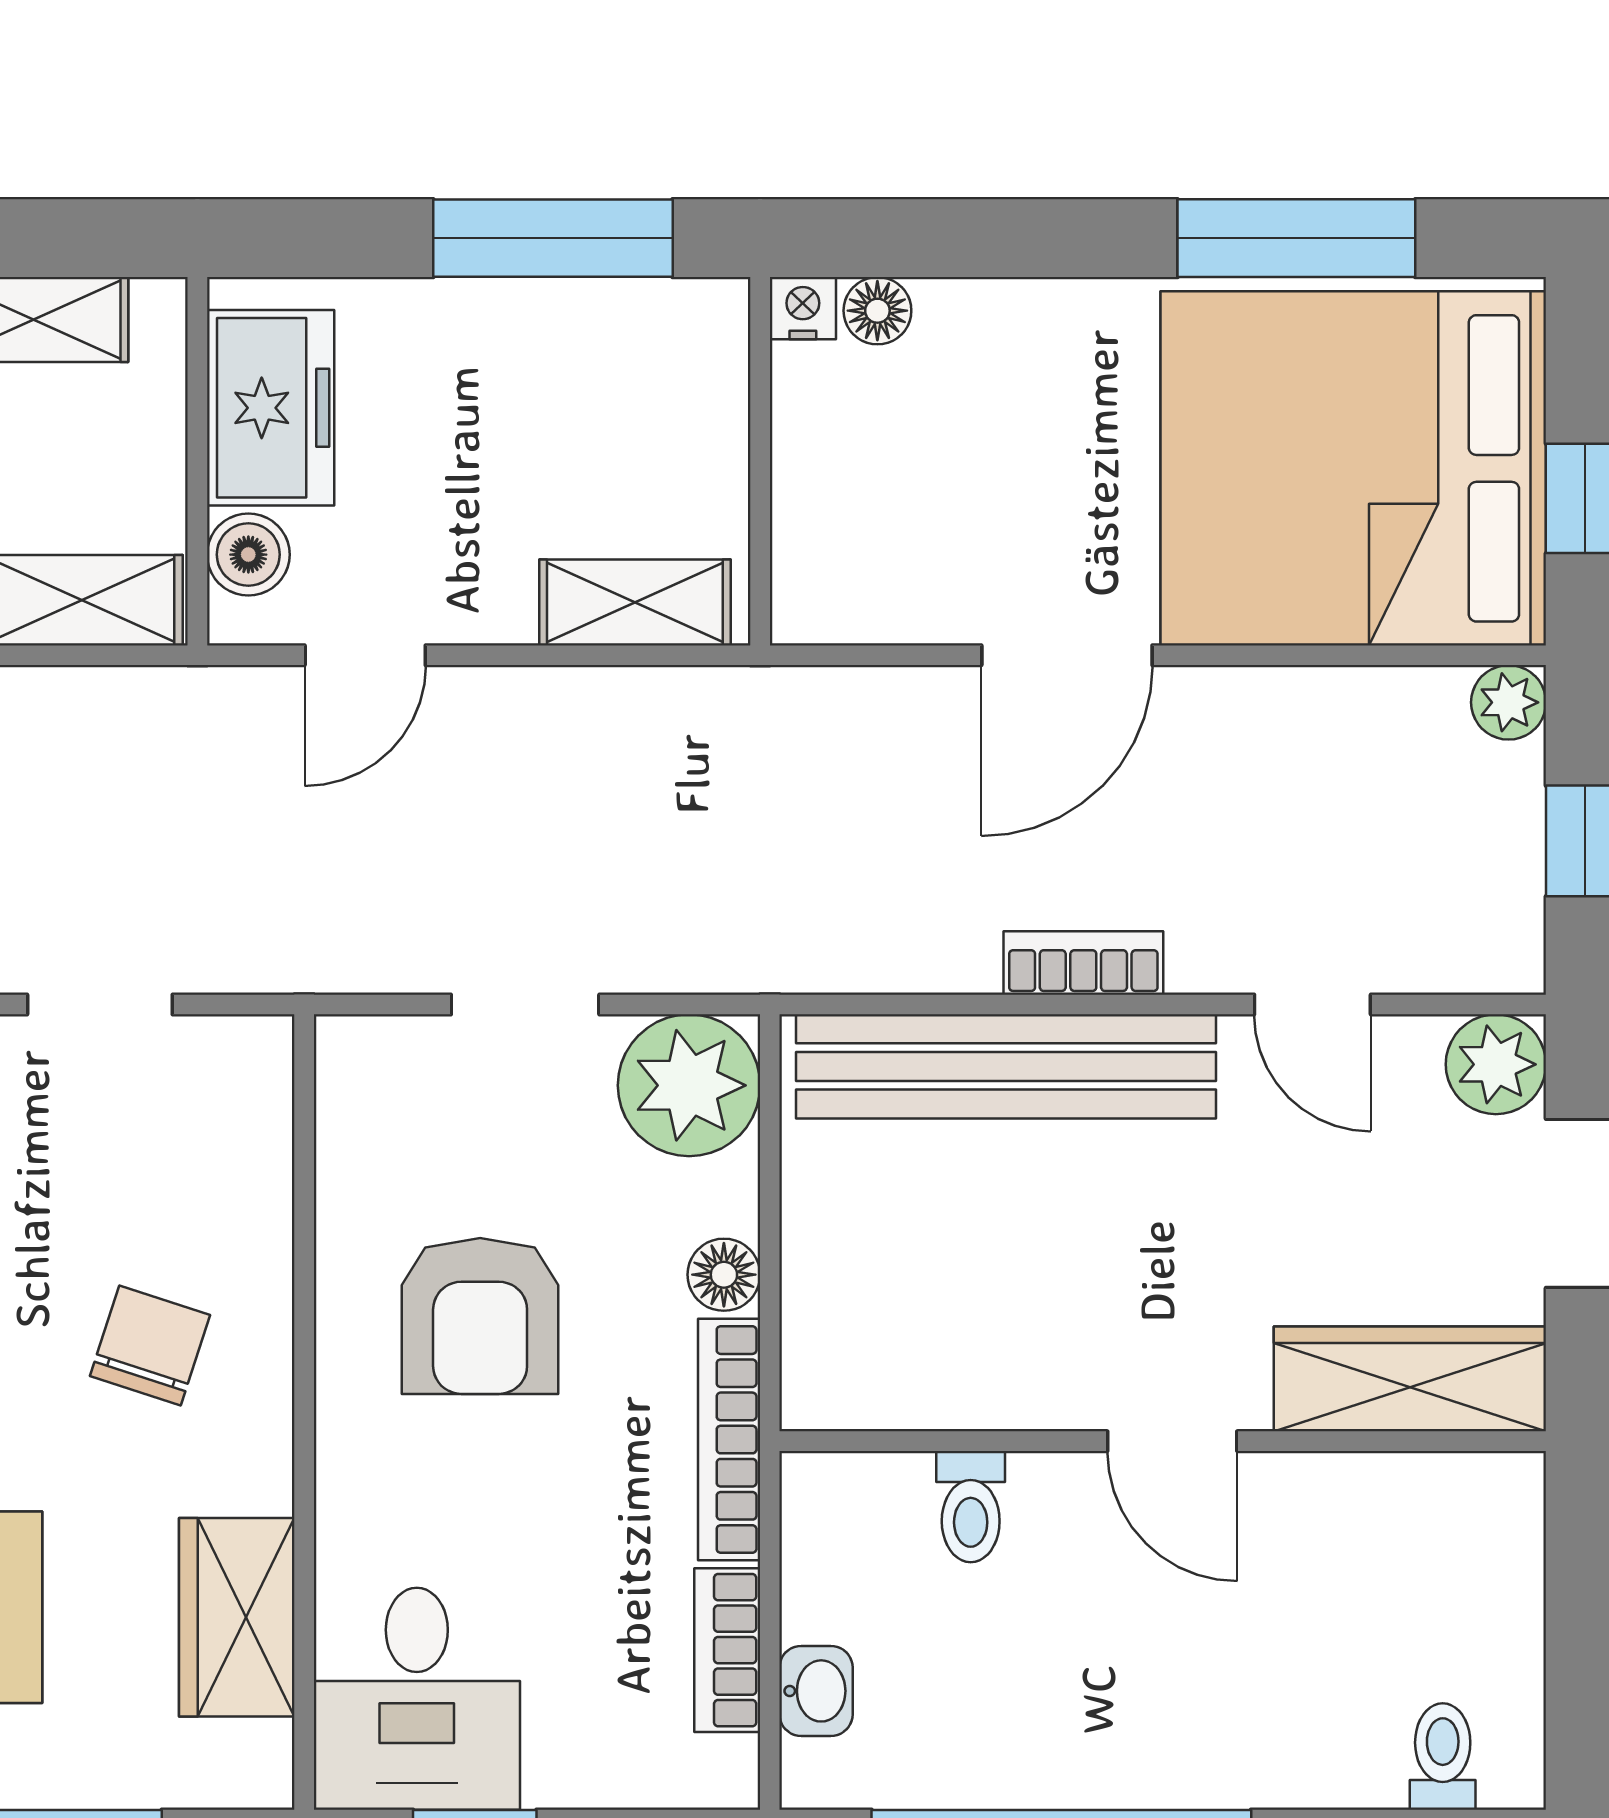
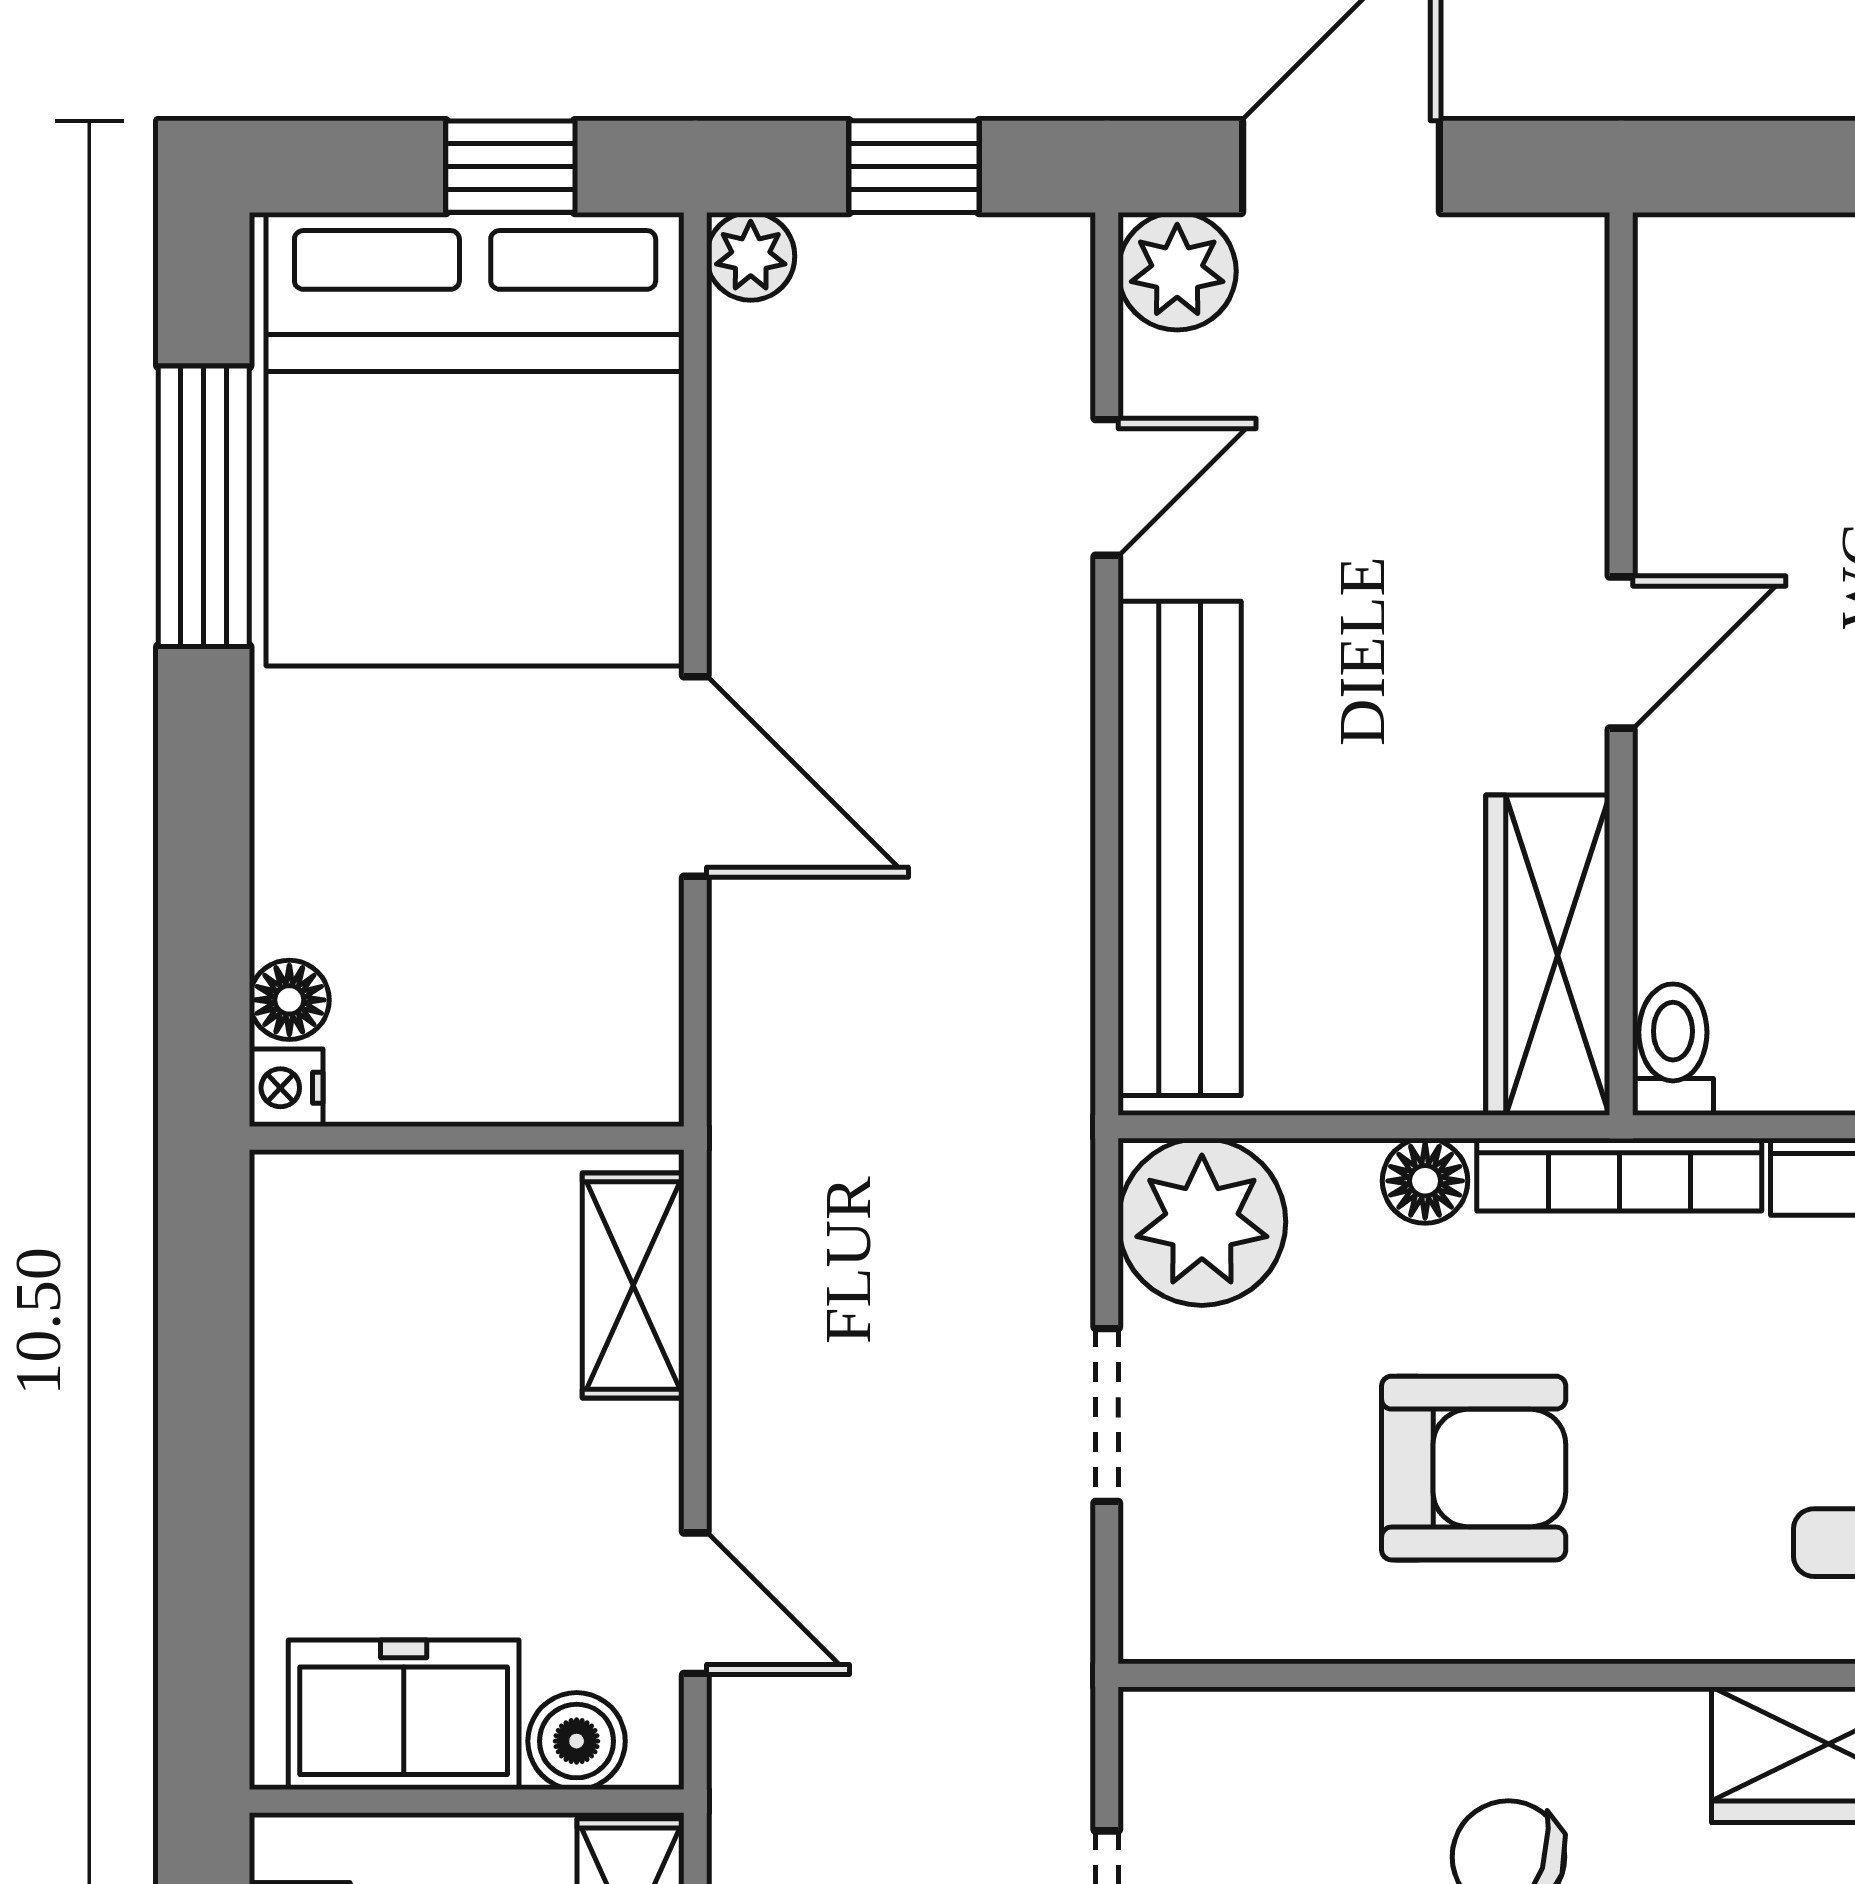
window: (553, 238) -> (204, 1382), removed
bookcase: (1083, 963) -> (1058, 757), removed
wardrobe: (1410, 1379) -> (1548, 955), moved
toilet: (971, 1507) -> (1673, 1050), moved, turned -90

